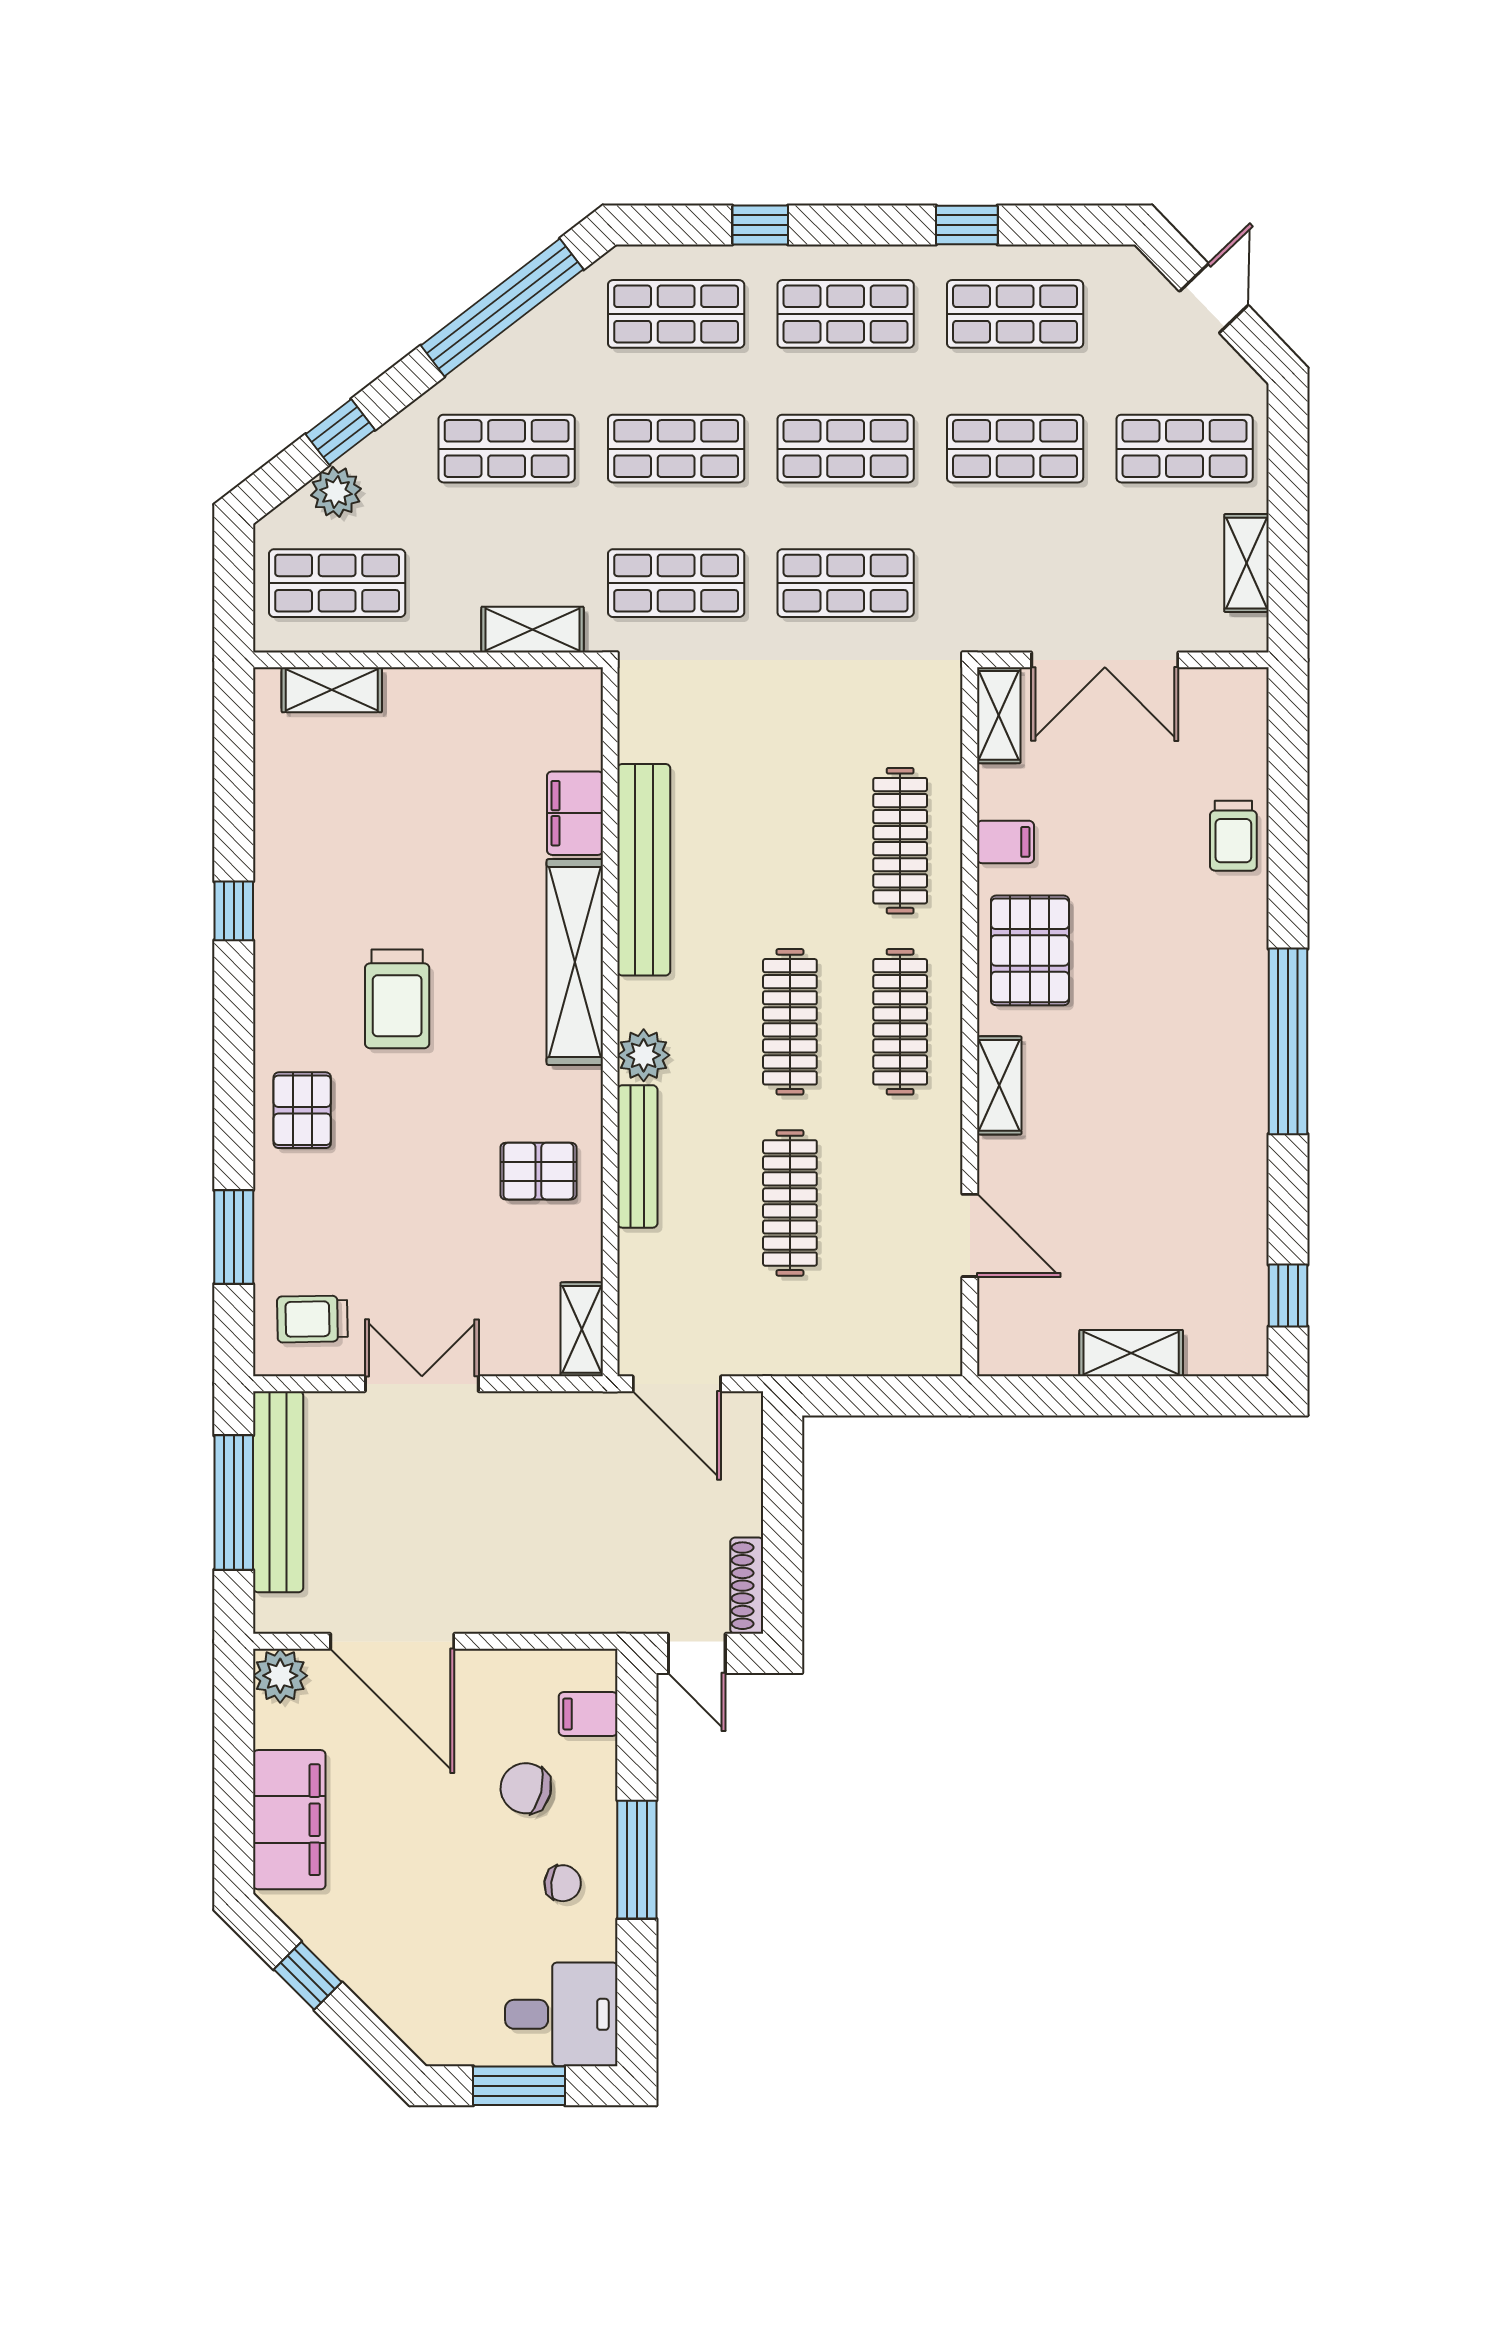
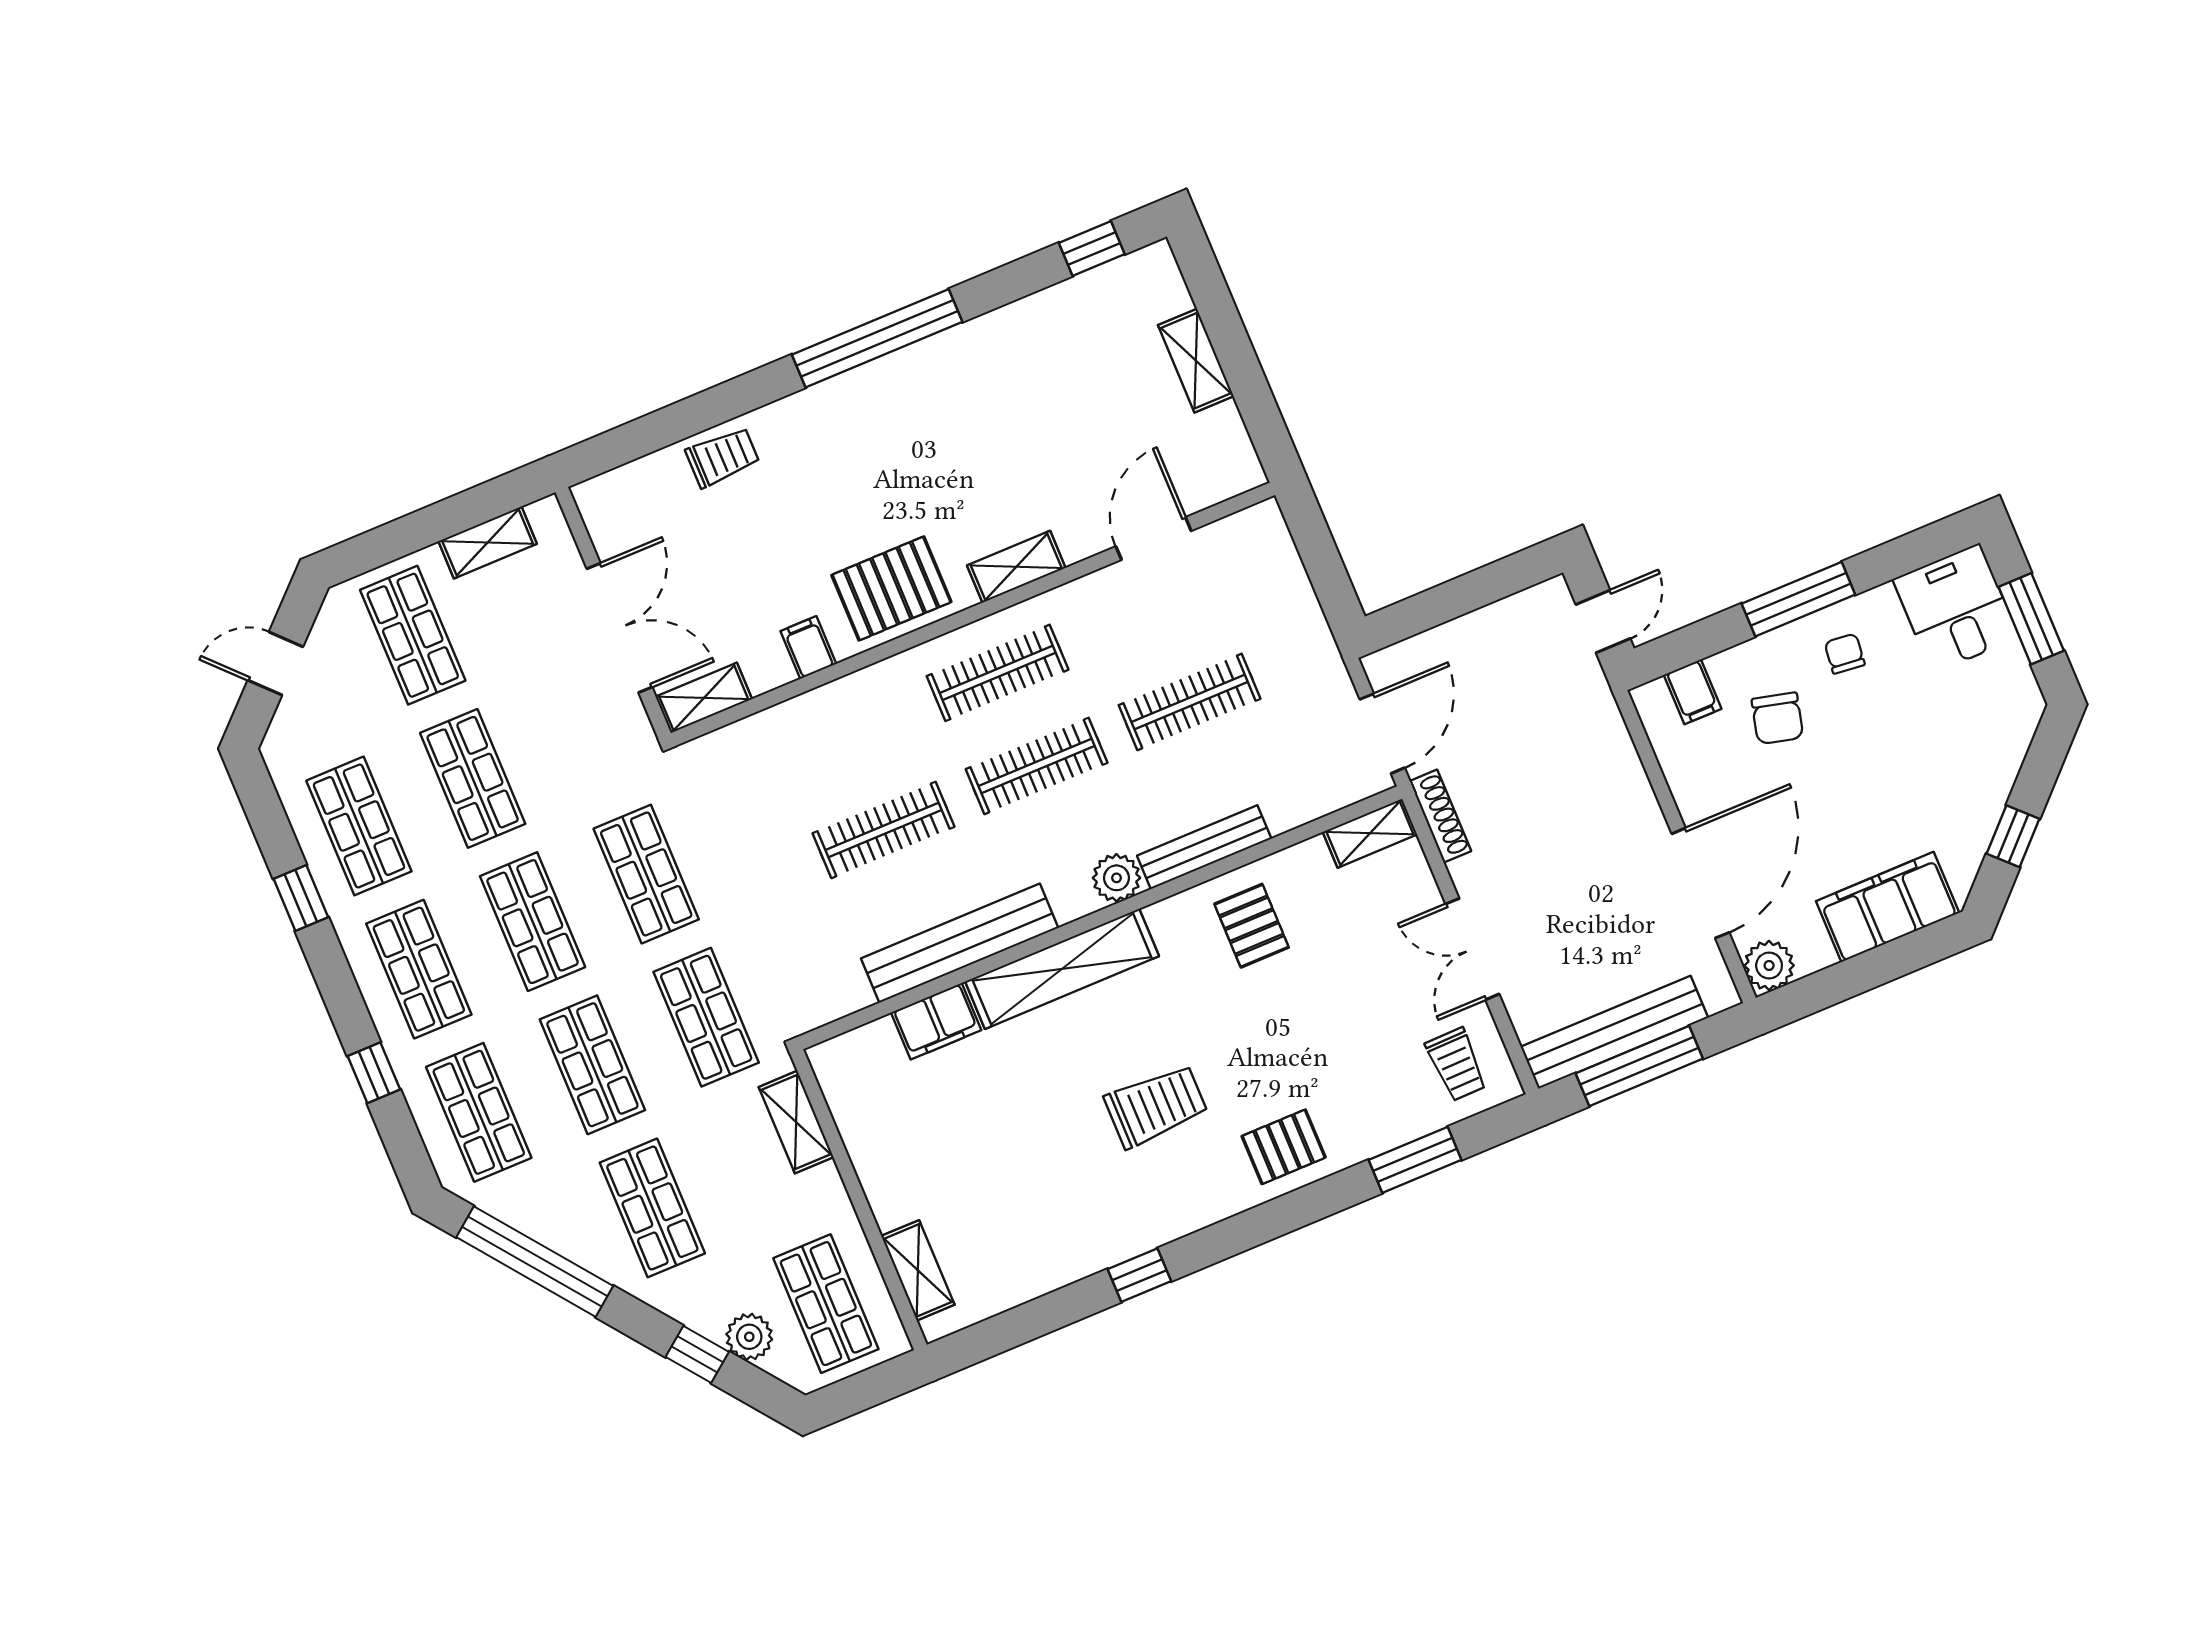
clothes rail: (900, 841) -> (884, 830), moved
shoe rack: (747, 1586) -> (1440, 816), moved, turned -90

